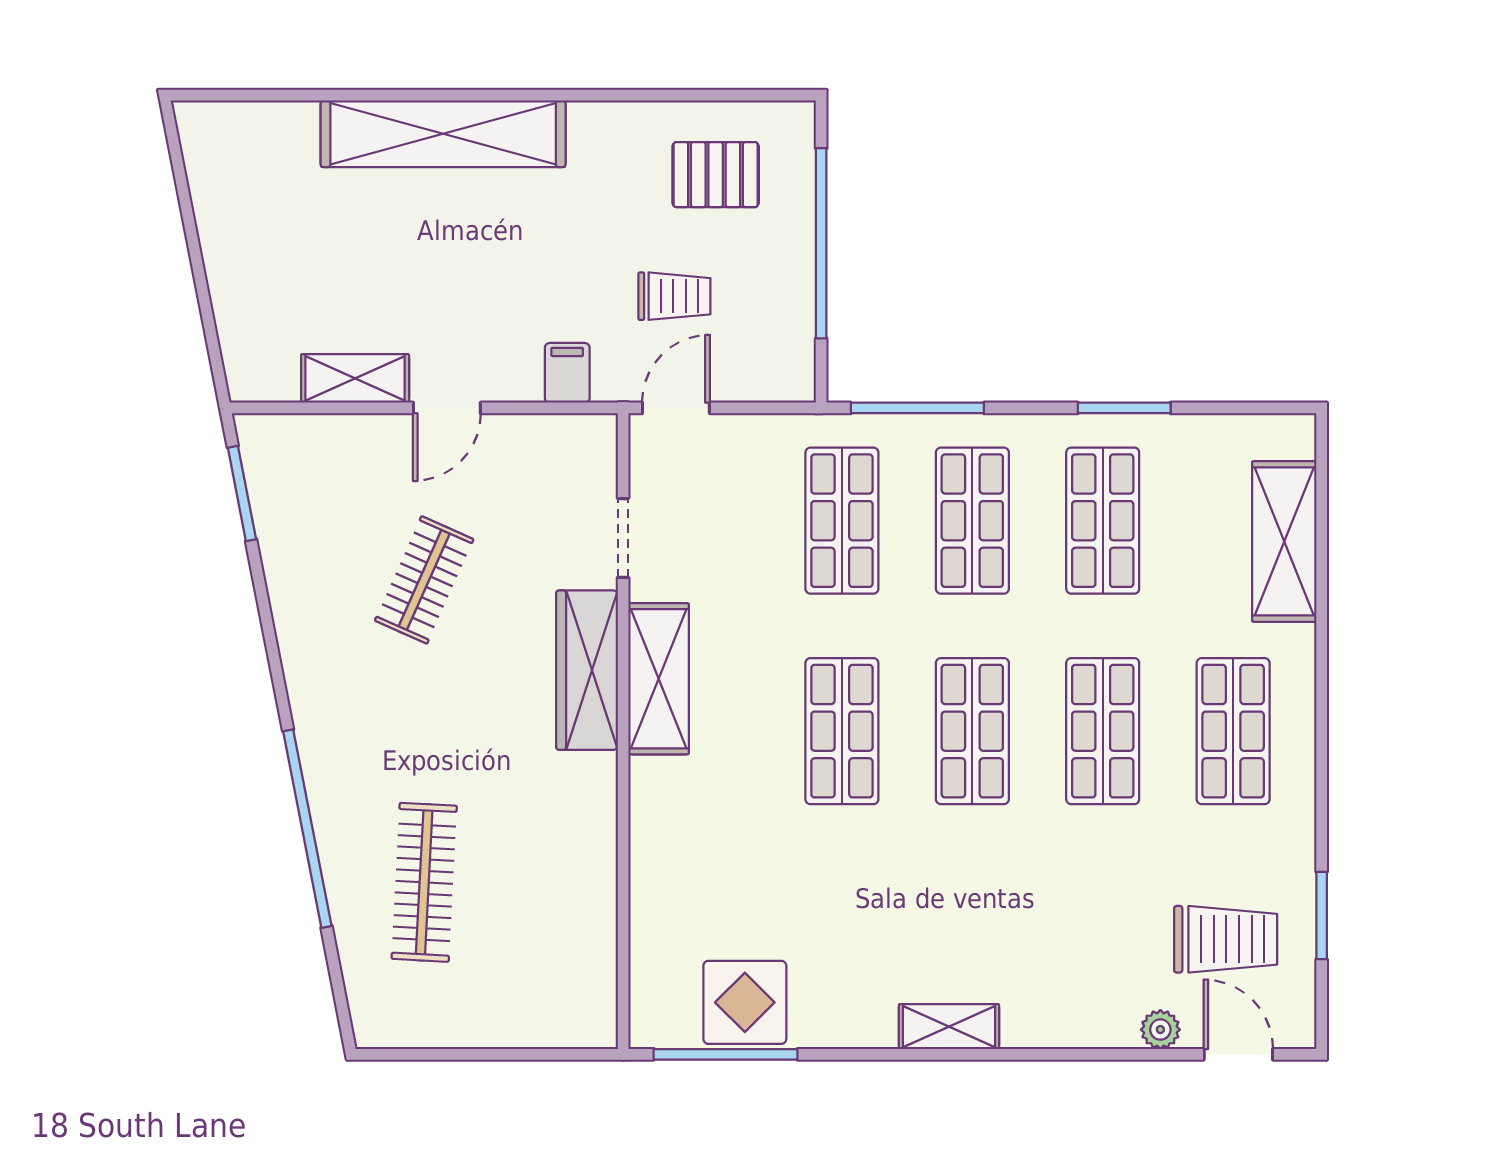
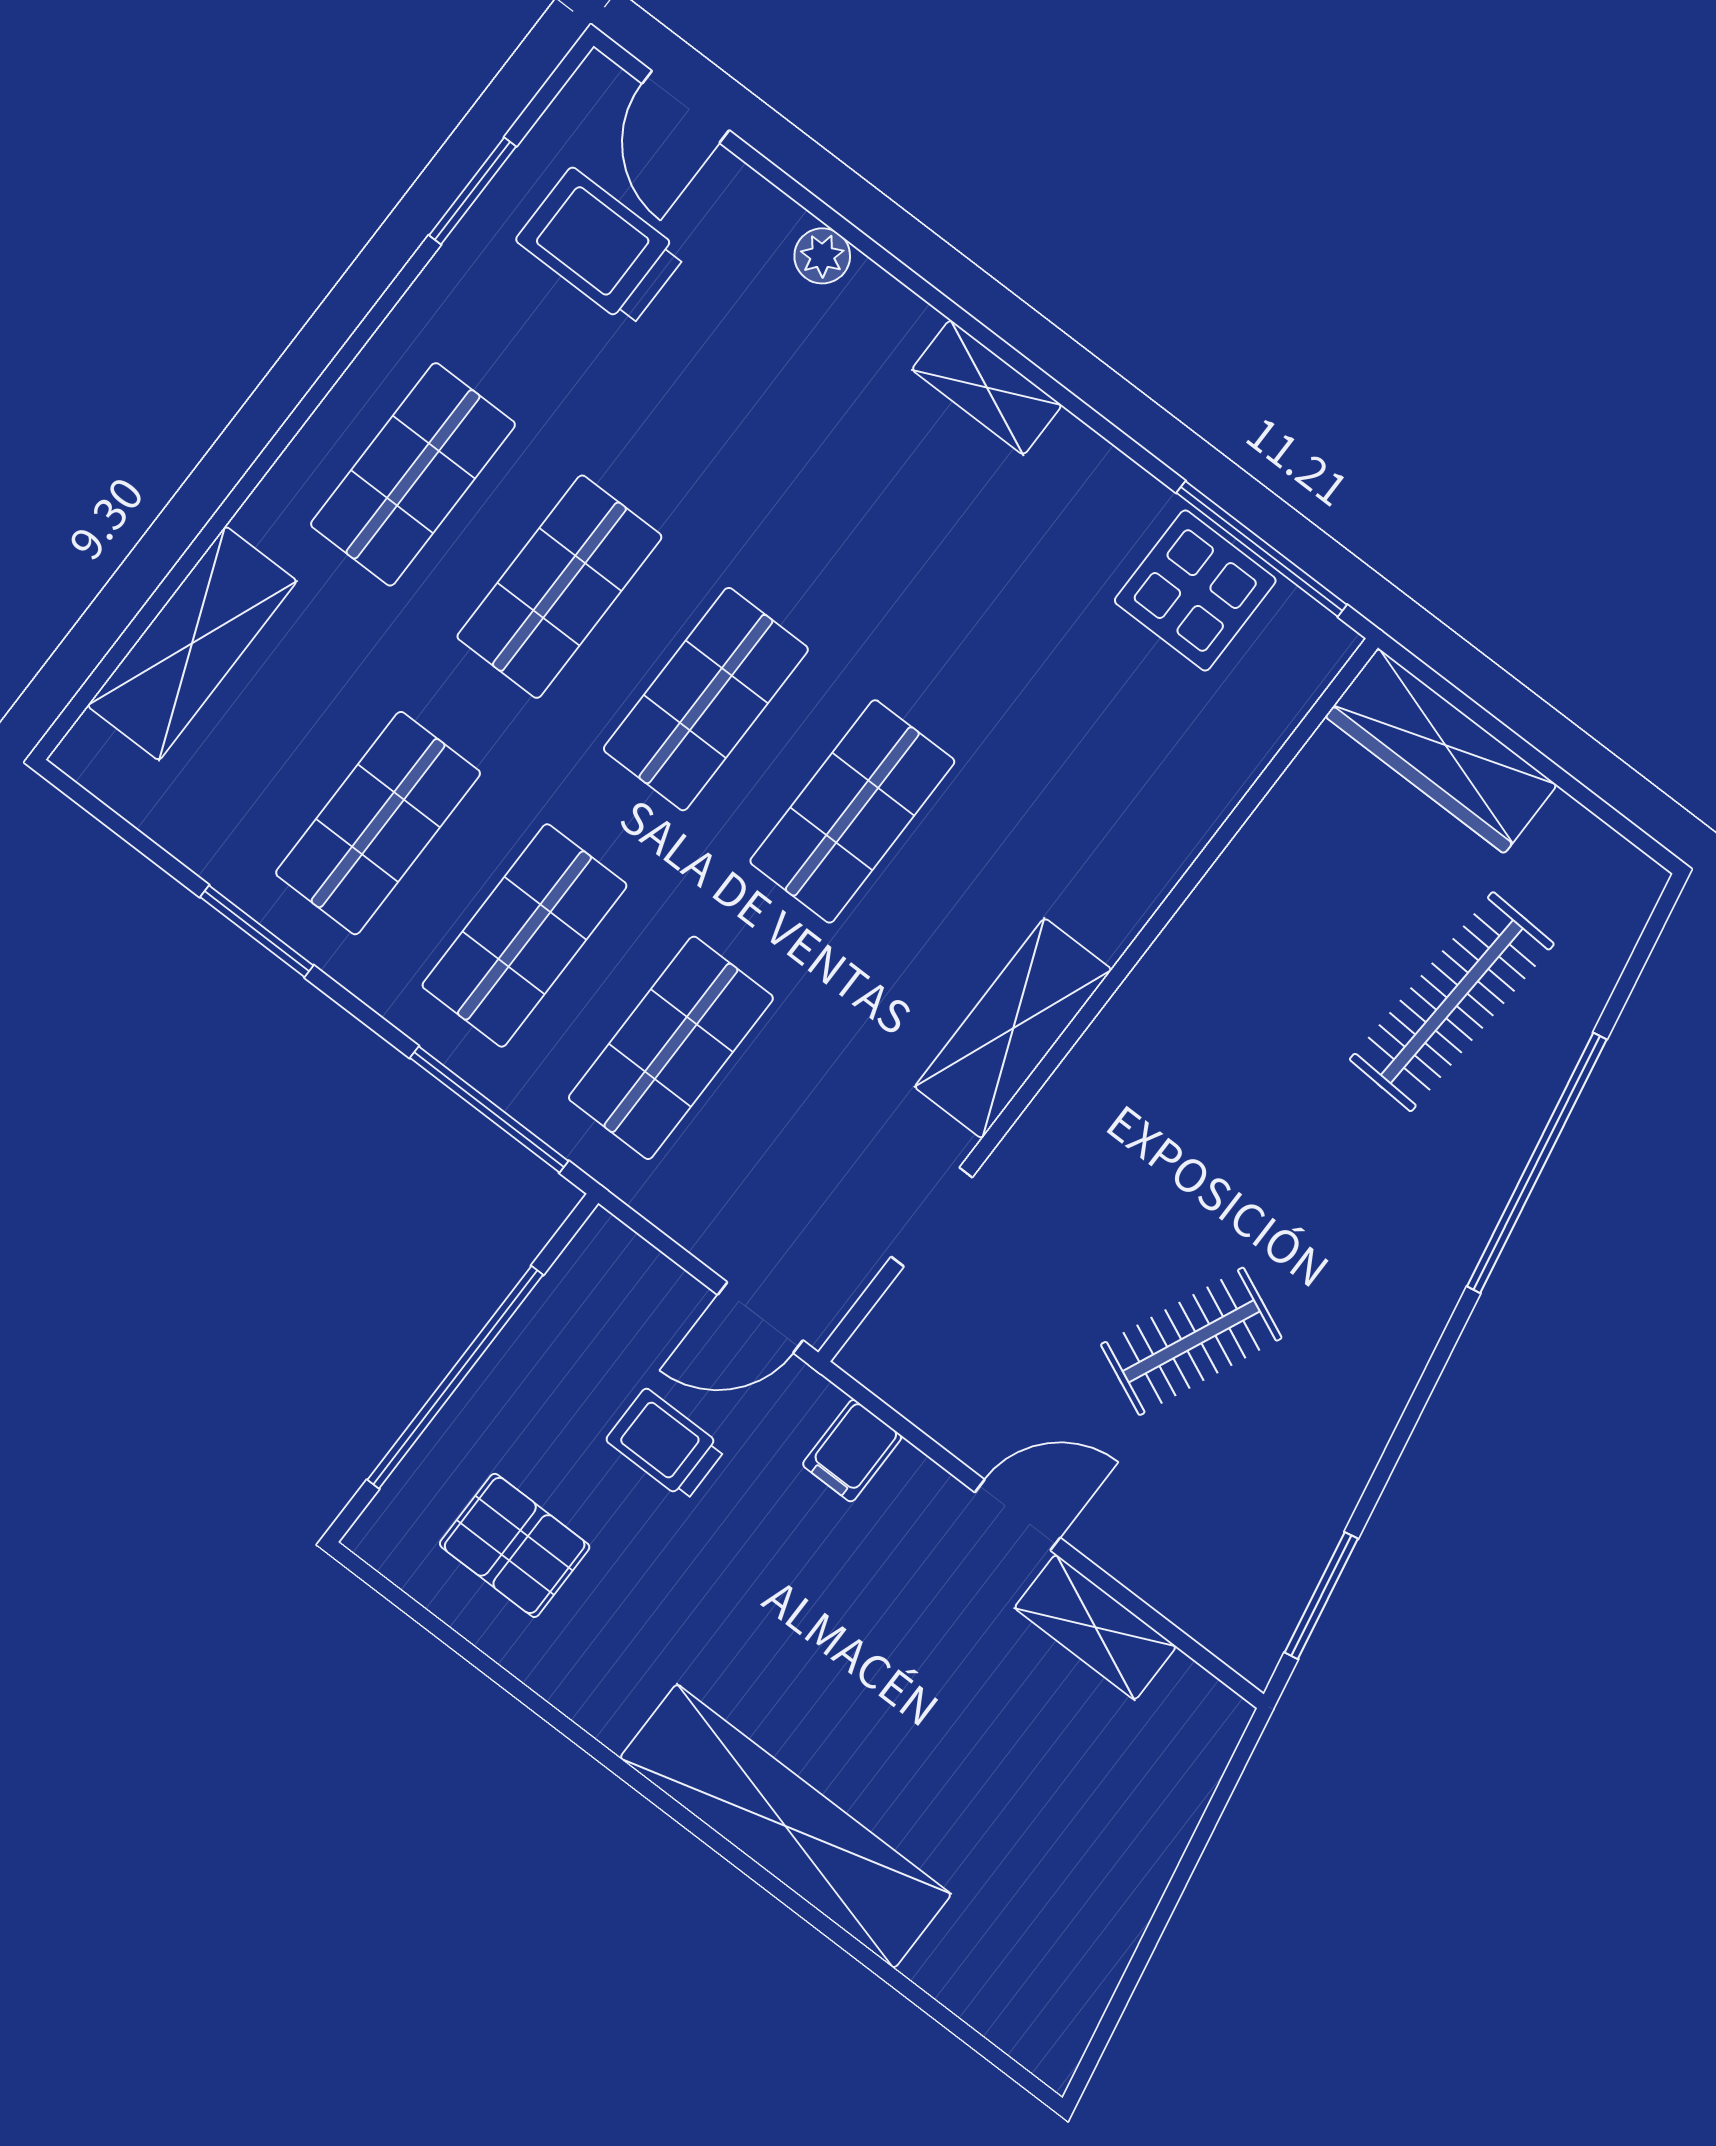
wardrobe: (587, 670) -> (1441, 751), moved, turned 90
plant: (1160, 1030) -> (822, 256), moved

